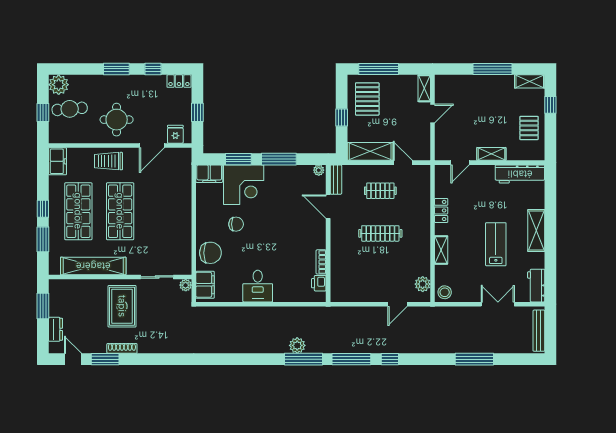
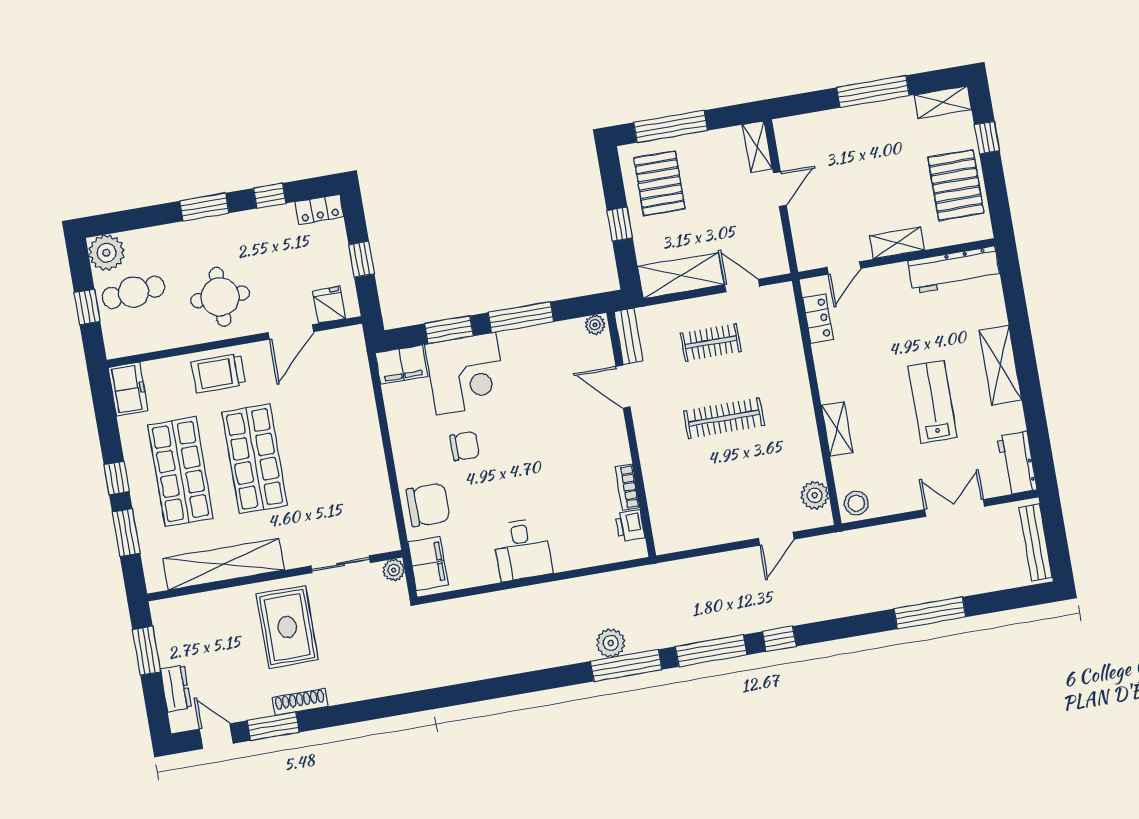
pallet: (529, 128) -> (956, 185), width x1.50, depth x1.42
locker: (441, 210) -> (818, 318), moved

